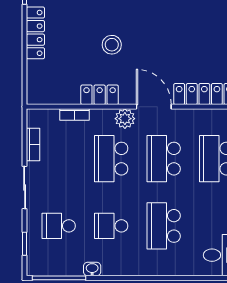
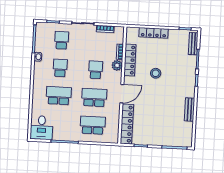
locker: (35, 33) -> (154, 33), moved
locker: (100, 95) -> (130, 60), width x1.53
plant: (125, 119) -> (117, 65), moved
school desk: (111, 159) -> (96, 70), width x0.54

